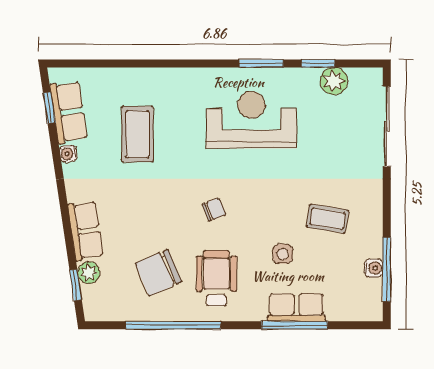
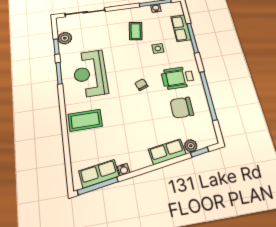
window: (49, 108) -> (98, 186), width x2.17
coffee table: (137, 134) -> (85, 120), moved
chair: (159, 273) -> (182, 108), turned 113
row of seats: (296, 308) -> (181, 28), moved

